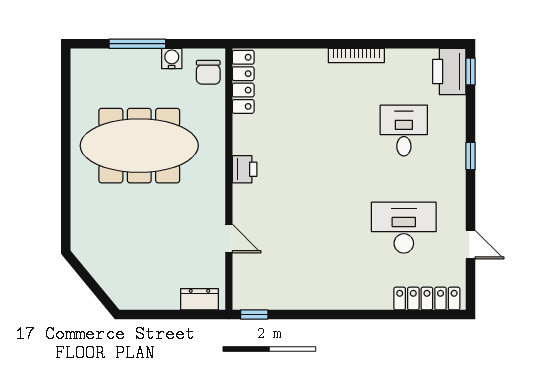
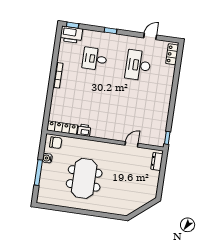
meeting table: (139, 146) -> (84, 178), width x0.73
printer: (245, 169) -> (84, 130), moved
locker: (427, 299) -> (172, 54), width x0.66

